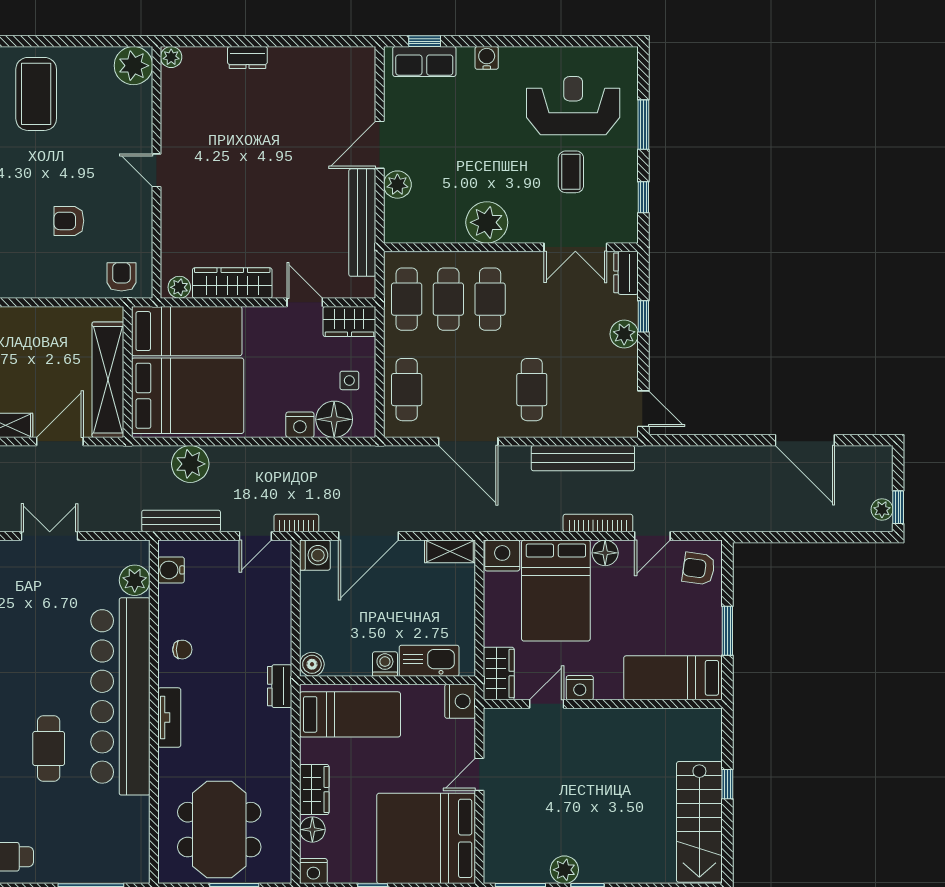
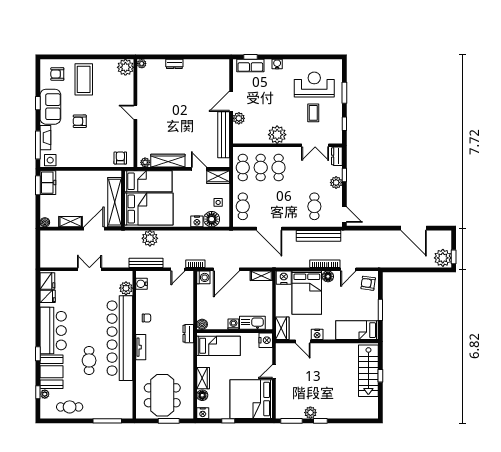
armchair: (69, 221) -> (80, 121), moved
cafe table: (532, 390) -> (314, 206), moved
plant: (882, 509) -> (443, 258), width x1.88, depth x1.88
door: (547, 704) -> (303, 341), swing flipped
stairs: (699, 822) -> (368, 371), moved

